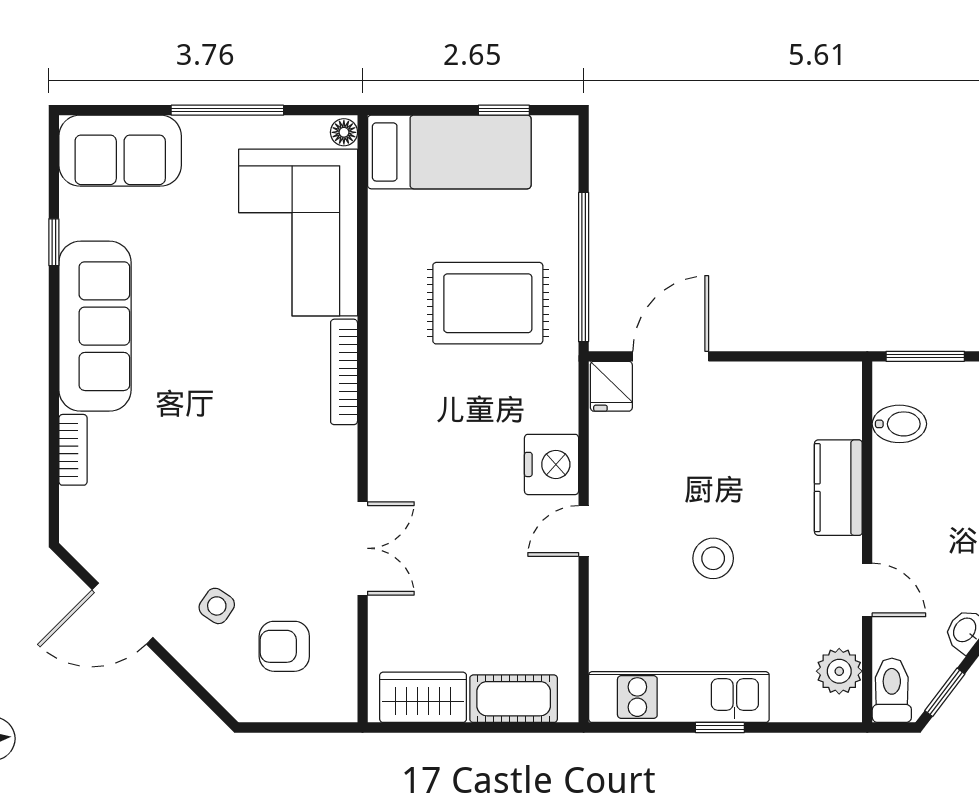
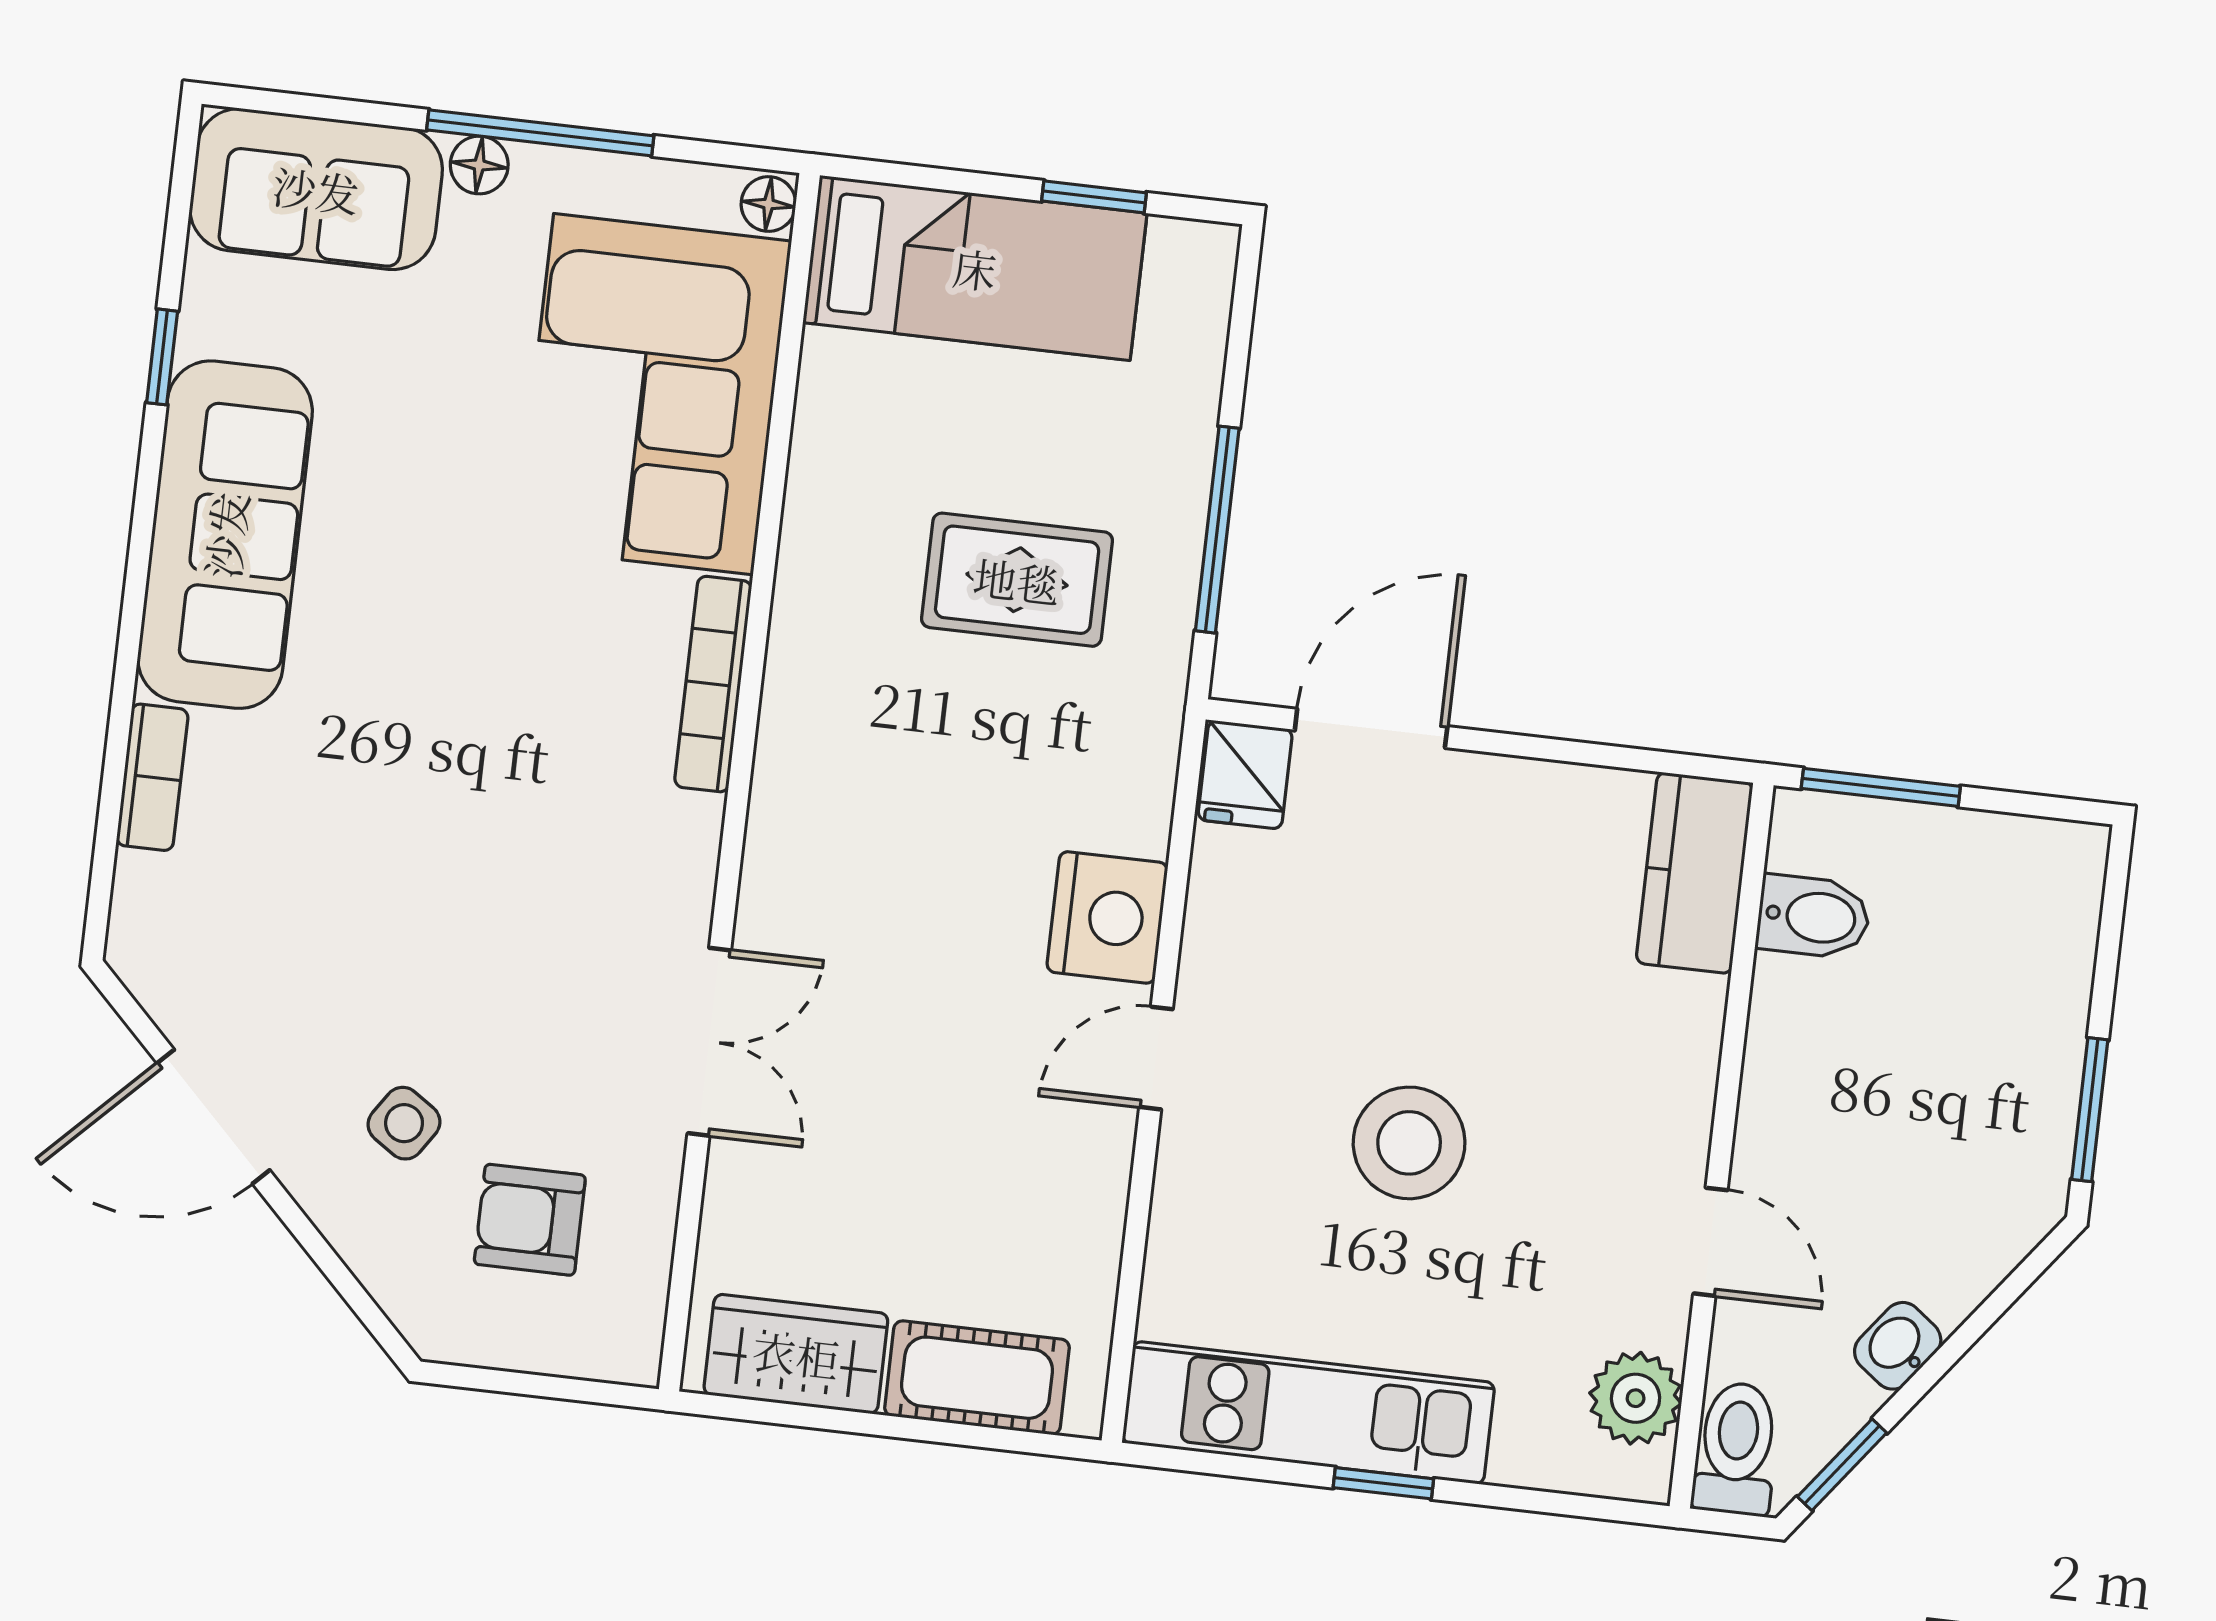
floor lamp: (199, 130) -> (479, 165), added
window: (584, 267) -> (1217, 530), width x0.68
rug: (488, 303) -> (1017, 580), width x0.73, depth x0.70
kitchen counter: (838, 488) -> (1695, 873), moved
stool: (713, 558) -> (1409, 1143), width x1.38, depth x1.38

